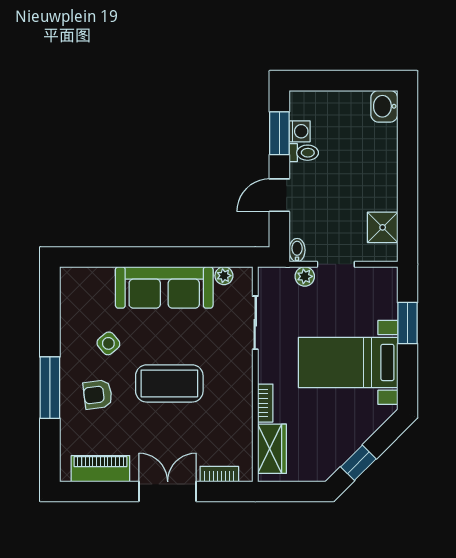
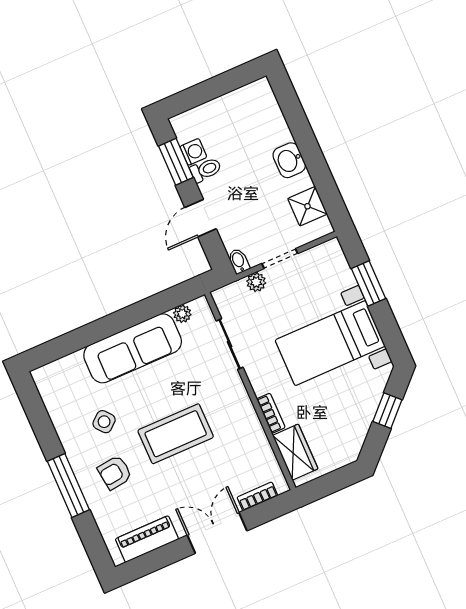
washbasin: (384, 106) -> (289, 160), moved
window: (358, 463) -> (387, 411), moved

